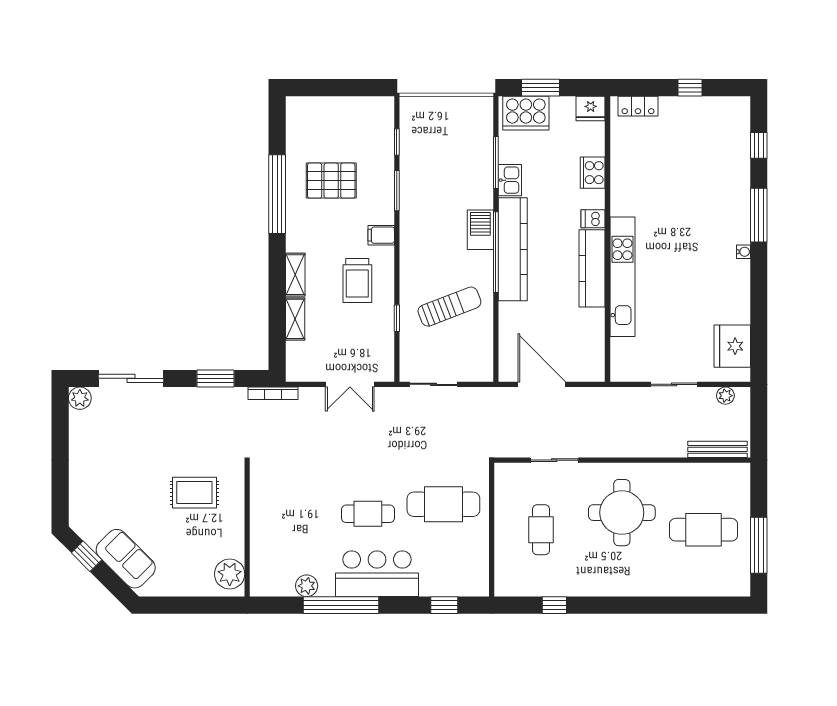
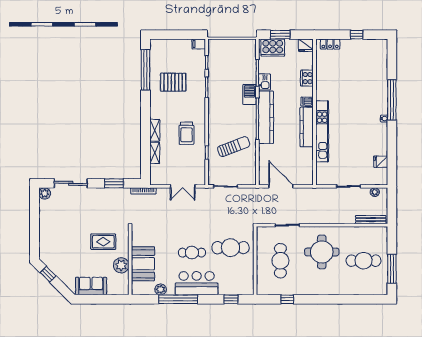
window: (759, 145) -> (392, 64), removed
window: (277, 194) -> (145, 70), moved
window: (759, 215) -> (392, 100), width x1.46
barbecue: (480, 230) -> (249, 94), moved
filing cabinet: (381, 235) -> (199, 44), moved
fridge: (732, 346) -> (381, 162), width x0.53, depth x0.75
cafe table: (541, 530) -> (280, 261), width x1.37, depth x1.35
booth: (272, 536) -> (143, 264), added
sofa: (126, 559) -> (91, 286), moved, turned -45
plant: (230, 574) -> (121, 265), moved

